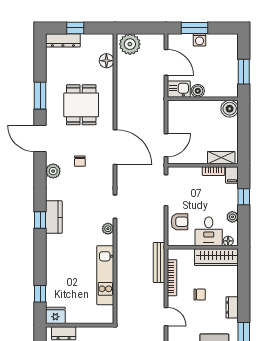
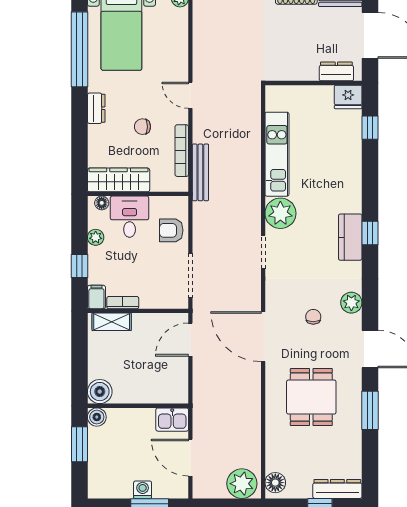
floor lamp: (106, 61) -> (275, 483), moved
boiler: (198, 91) -> (97, 417), moved
plant: (108, 229) -> (280, 213), width x1.87, depth x1.87

